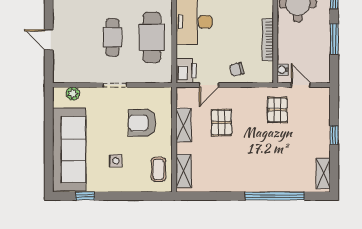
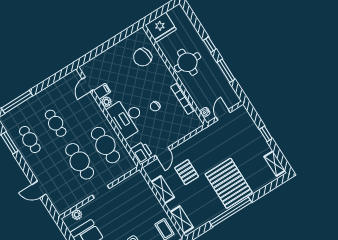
cafe table: (112, 37) -> (80, 161), width x1.37, depth x1.35
chair: (237, 69) -> (155, 106), moved
door: (301, 85) -> (223, 115), hinge flipped
pallet: (277, 110) -> (229, 183), moved, width x2.05, depth x2.00
armchair: (142, 123) -> (135, 205), removed
window: (275, 196) -> (230, 212), moved

